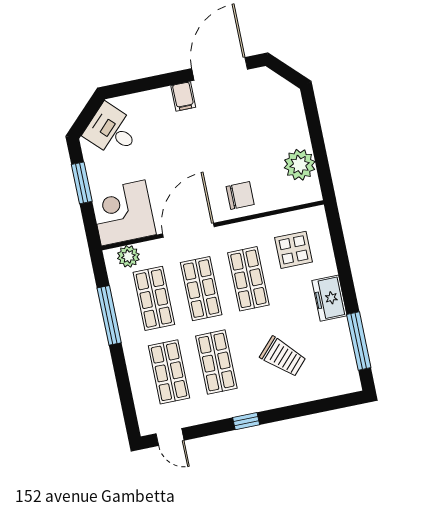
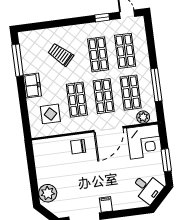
plant: (300, 165) -> (48, 193), moved
window: (246, 421) -> (102, 18), moved

